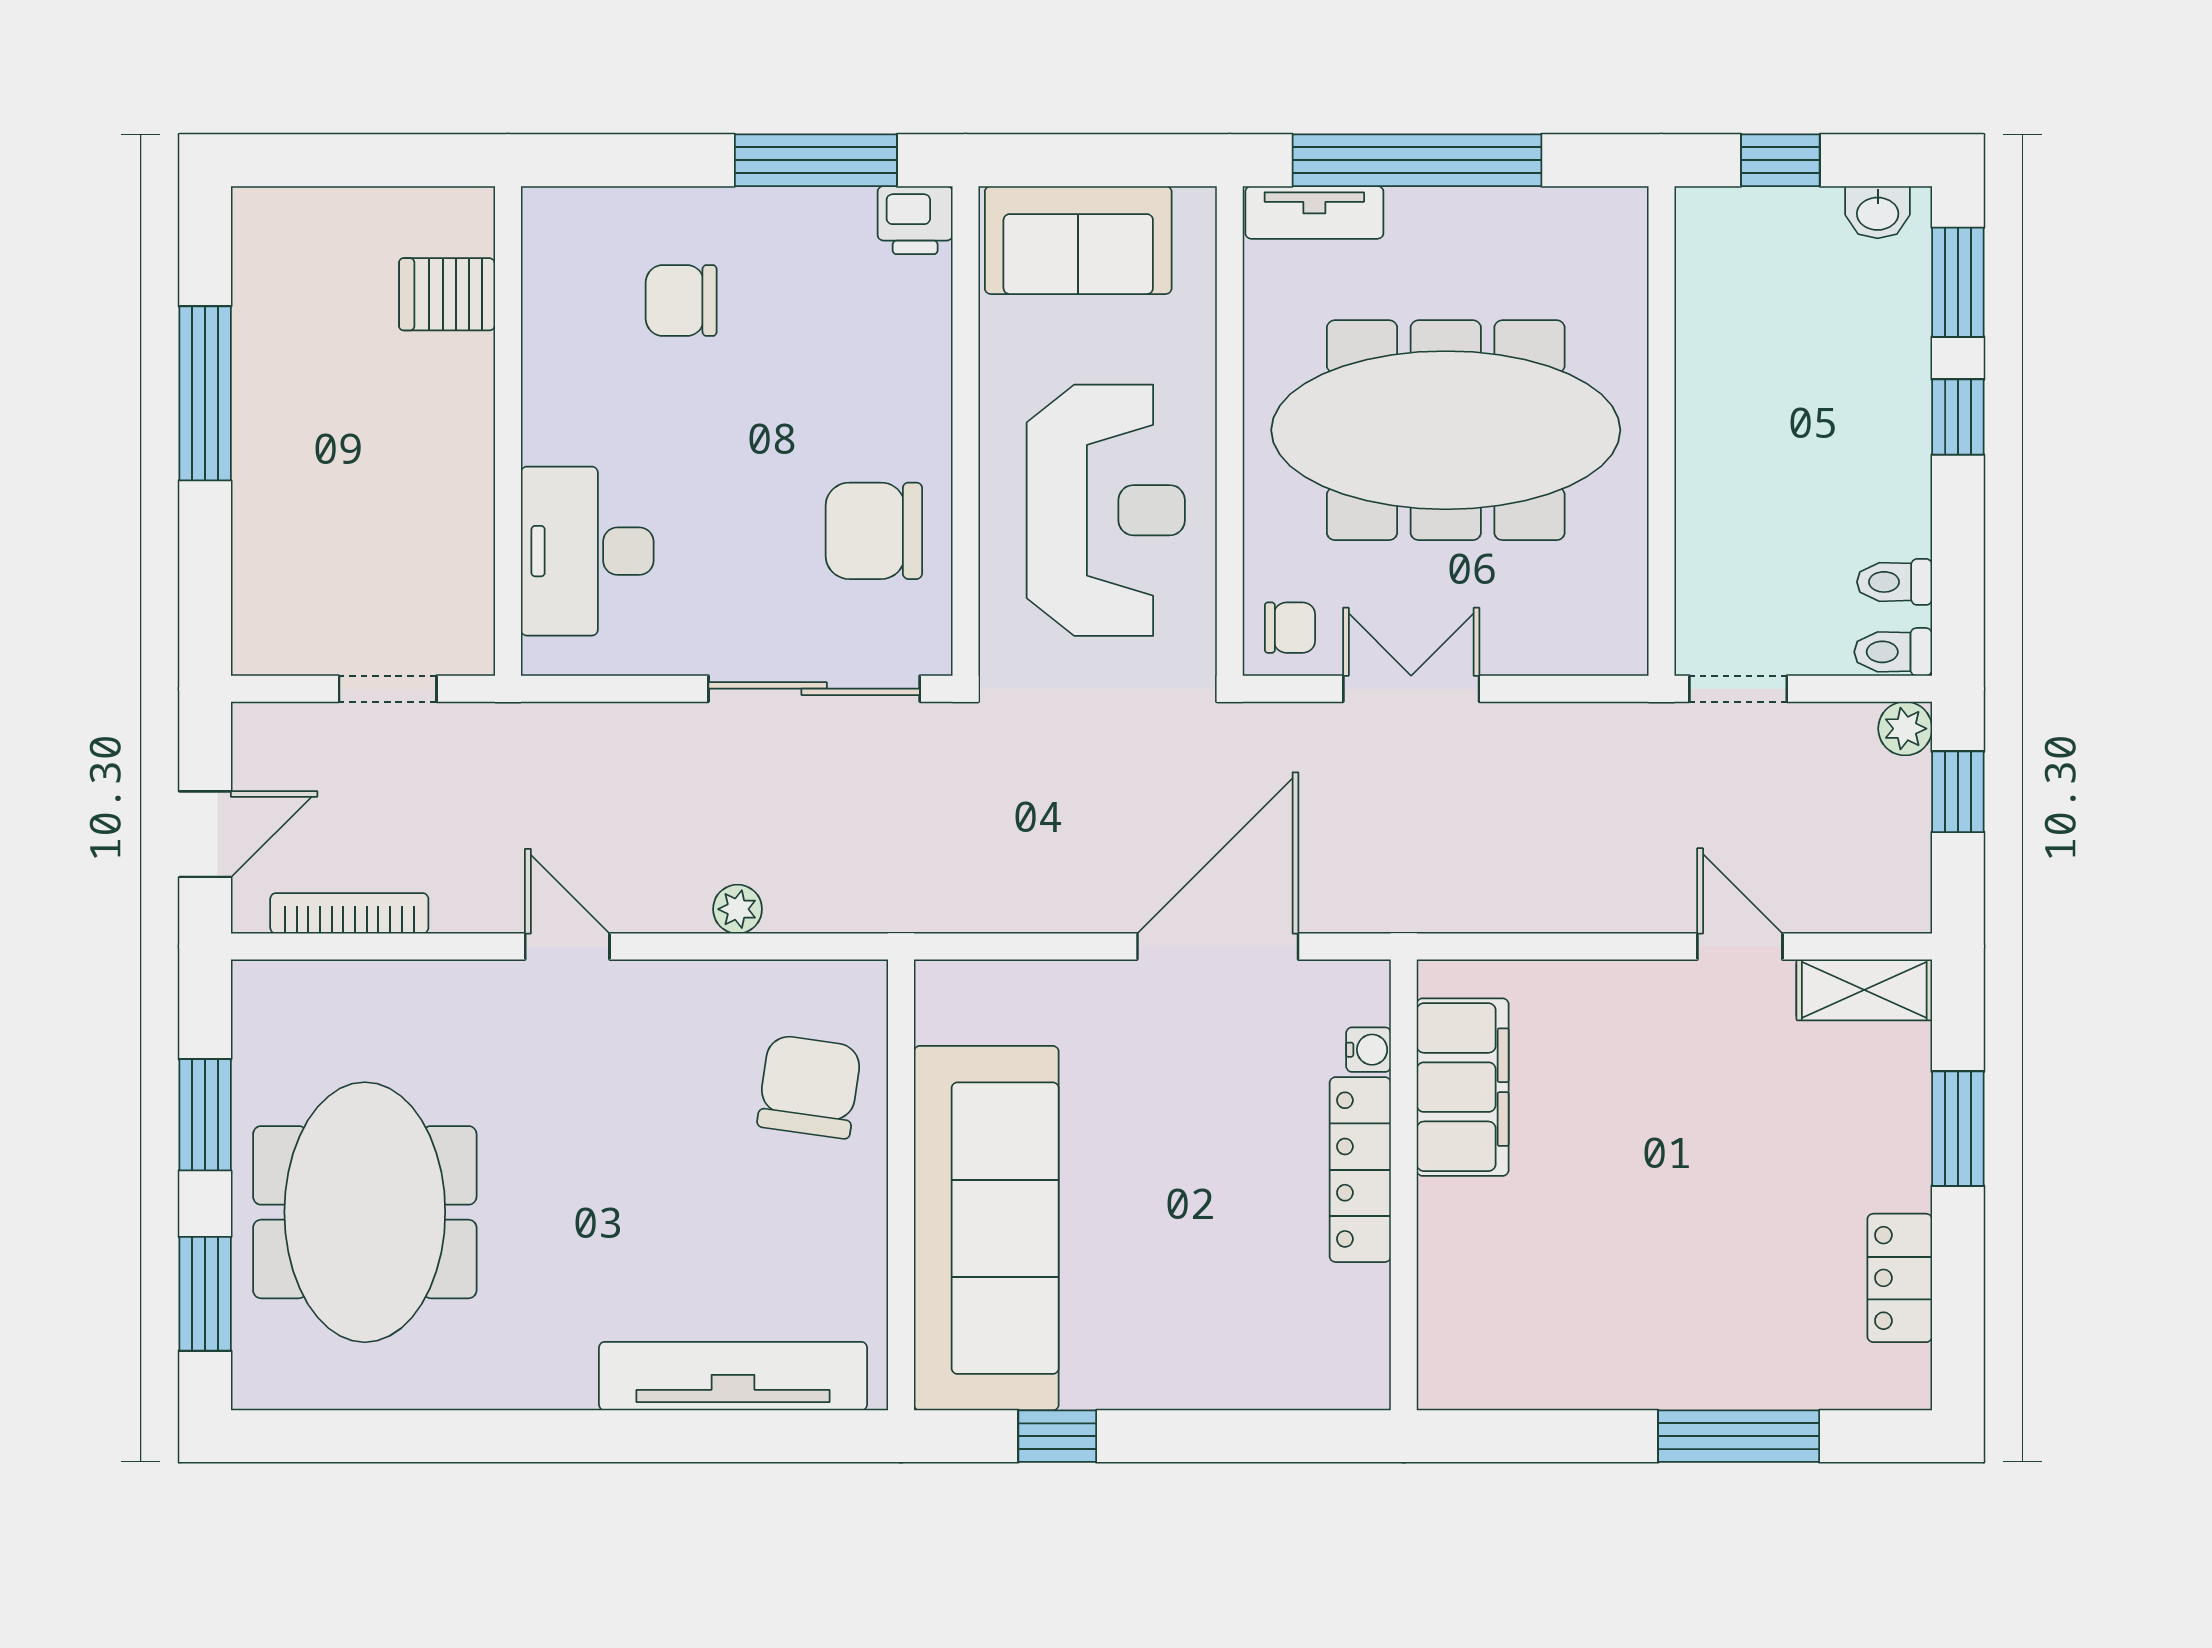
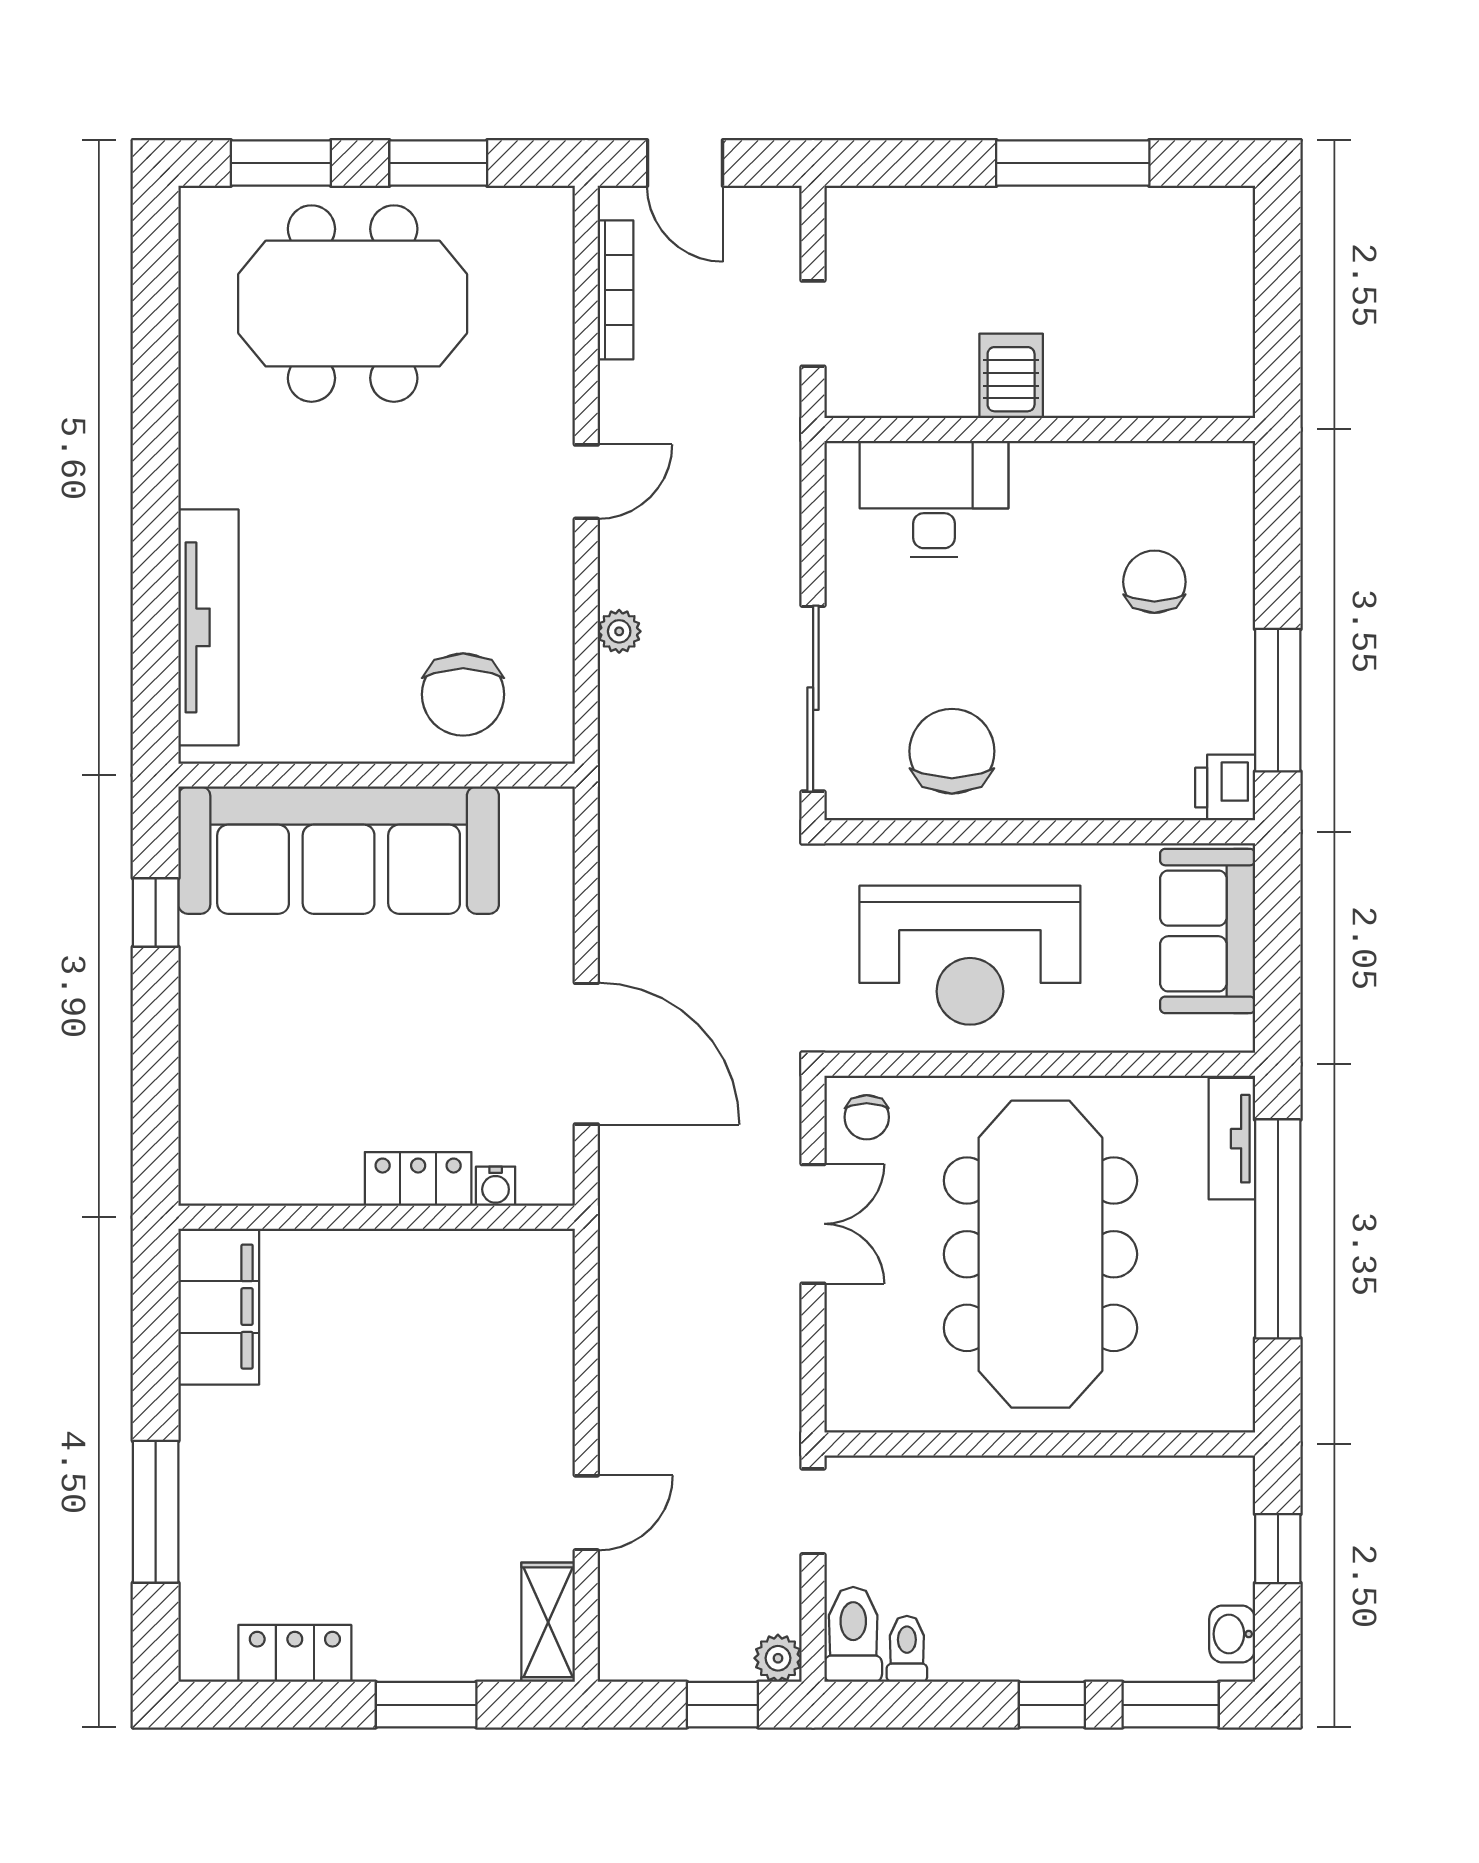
server rack: (447, 294) -> (1011, 376), moved
toilet: (1893, 652) -> (853, 1634), width x1.37, depth x1.39
chair: (809, 1087) -> (463, 694), turned 82
filing cabinet: (1463, 1087) -> (219, 1307), moved, turned -90
locker: (1360, 1170) -> (418, 1179), width x0.66

